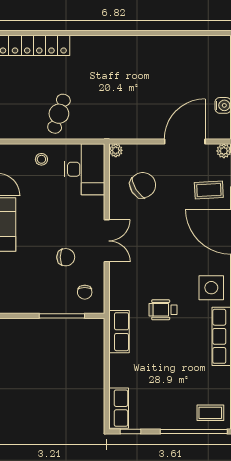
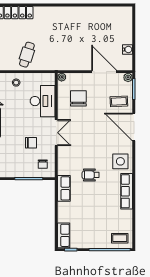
door: (185, 141) -> (104, 72), hinge flipped
desk: (85, 169) -> (43, 101), moved
chair: (143, 185) -> (78, 98), turned -58

